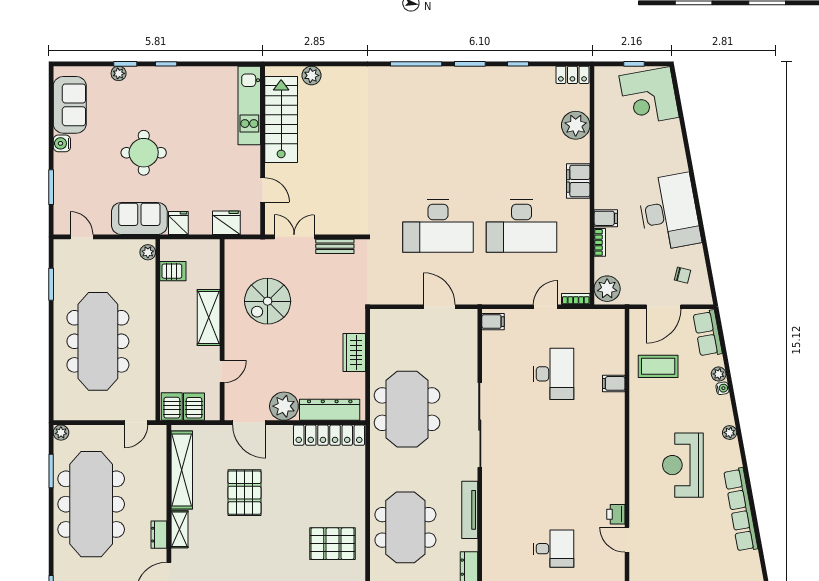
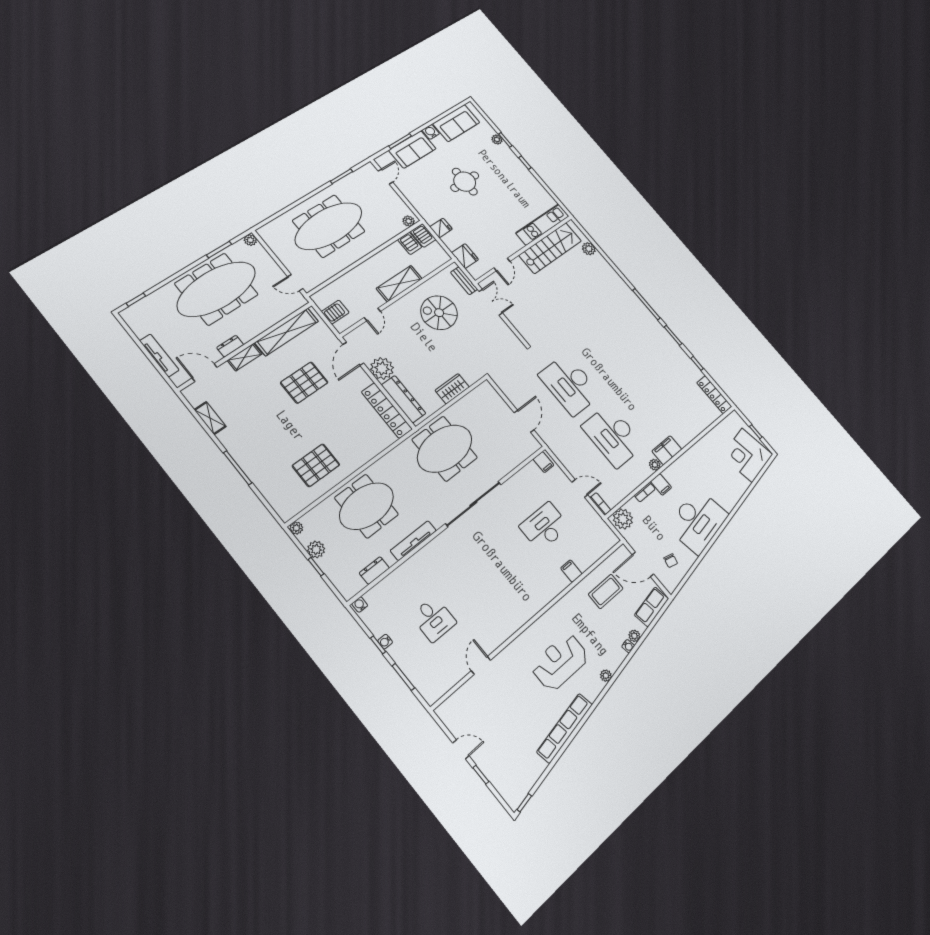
locker: (572, 75) -> (714, 395), width x1.53
plant: (576, 125) -> (655, 465), moved, width x0.53, depth x0.53
sofa: (139, 218) -> (412, 149), moved, turned 90
bench: (335, 246) -> (464, 281), moved
coffee table: (658, 366) -> (606, 591), turned 90
door: (222, 372) -> (372, 314), hinge flipped
desk: (553, 374) -> (544, 526), turned 180
server rack: (172, 407) -> (423, 235), moved, turned 90
printer: (616, 514) -> (491, 643), removed
pallet: (332, 544) -> (316, 465), turned 90

